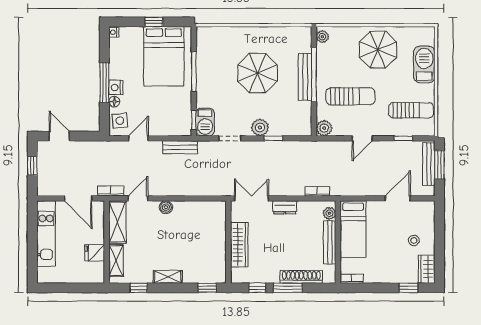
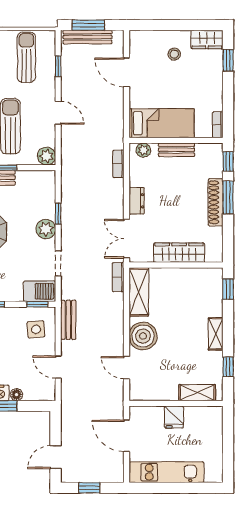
side table: (120, 121) -> (36, 329), moved
bookcase: (111, 191) -> (118, 277), moved
door: (78, 198) -> (126, 436), swing flipped
boiler: (166, 207) -> (143, 336), width x1.86, depth x1.86
shelving: (117, 222) -> (139, 292), moved, turned 90
bench: (330, 242) -> (176, 150), width x0.73
fridge: (95, 253) -> (174, 417), moved
shoe rack: (301, 277) -> (216, 202), moved
window: (257, 288) -> (228, 162), moved

